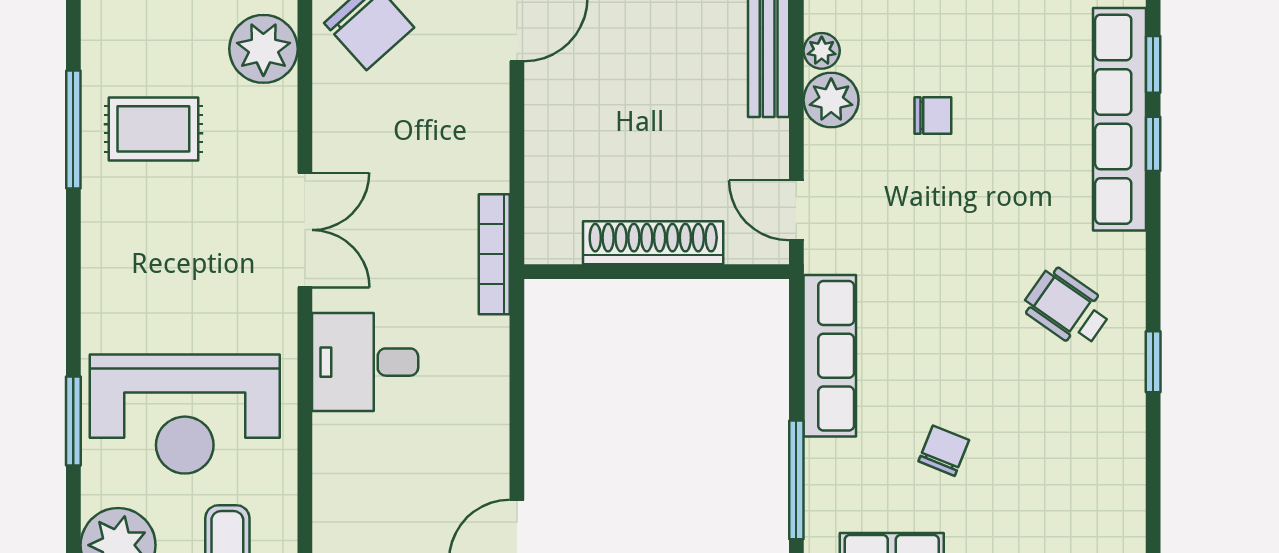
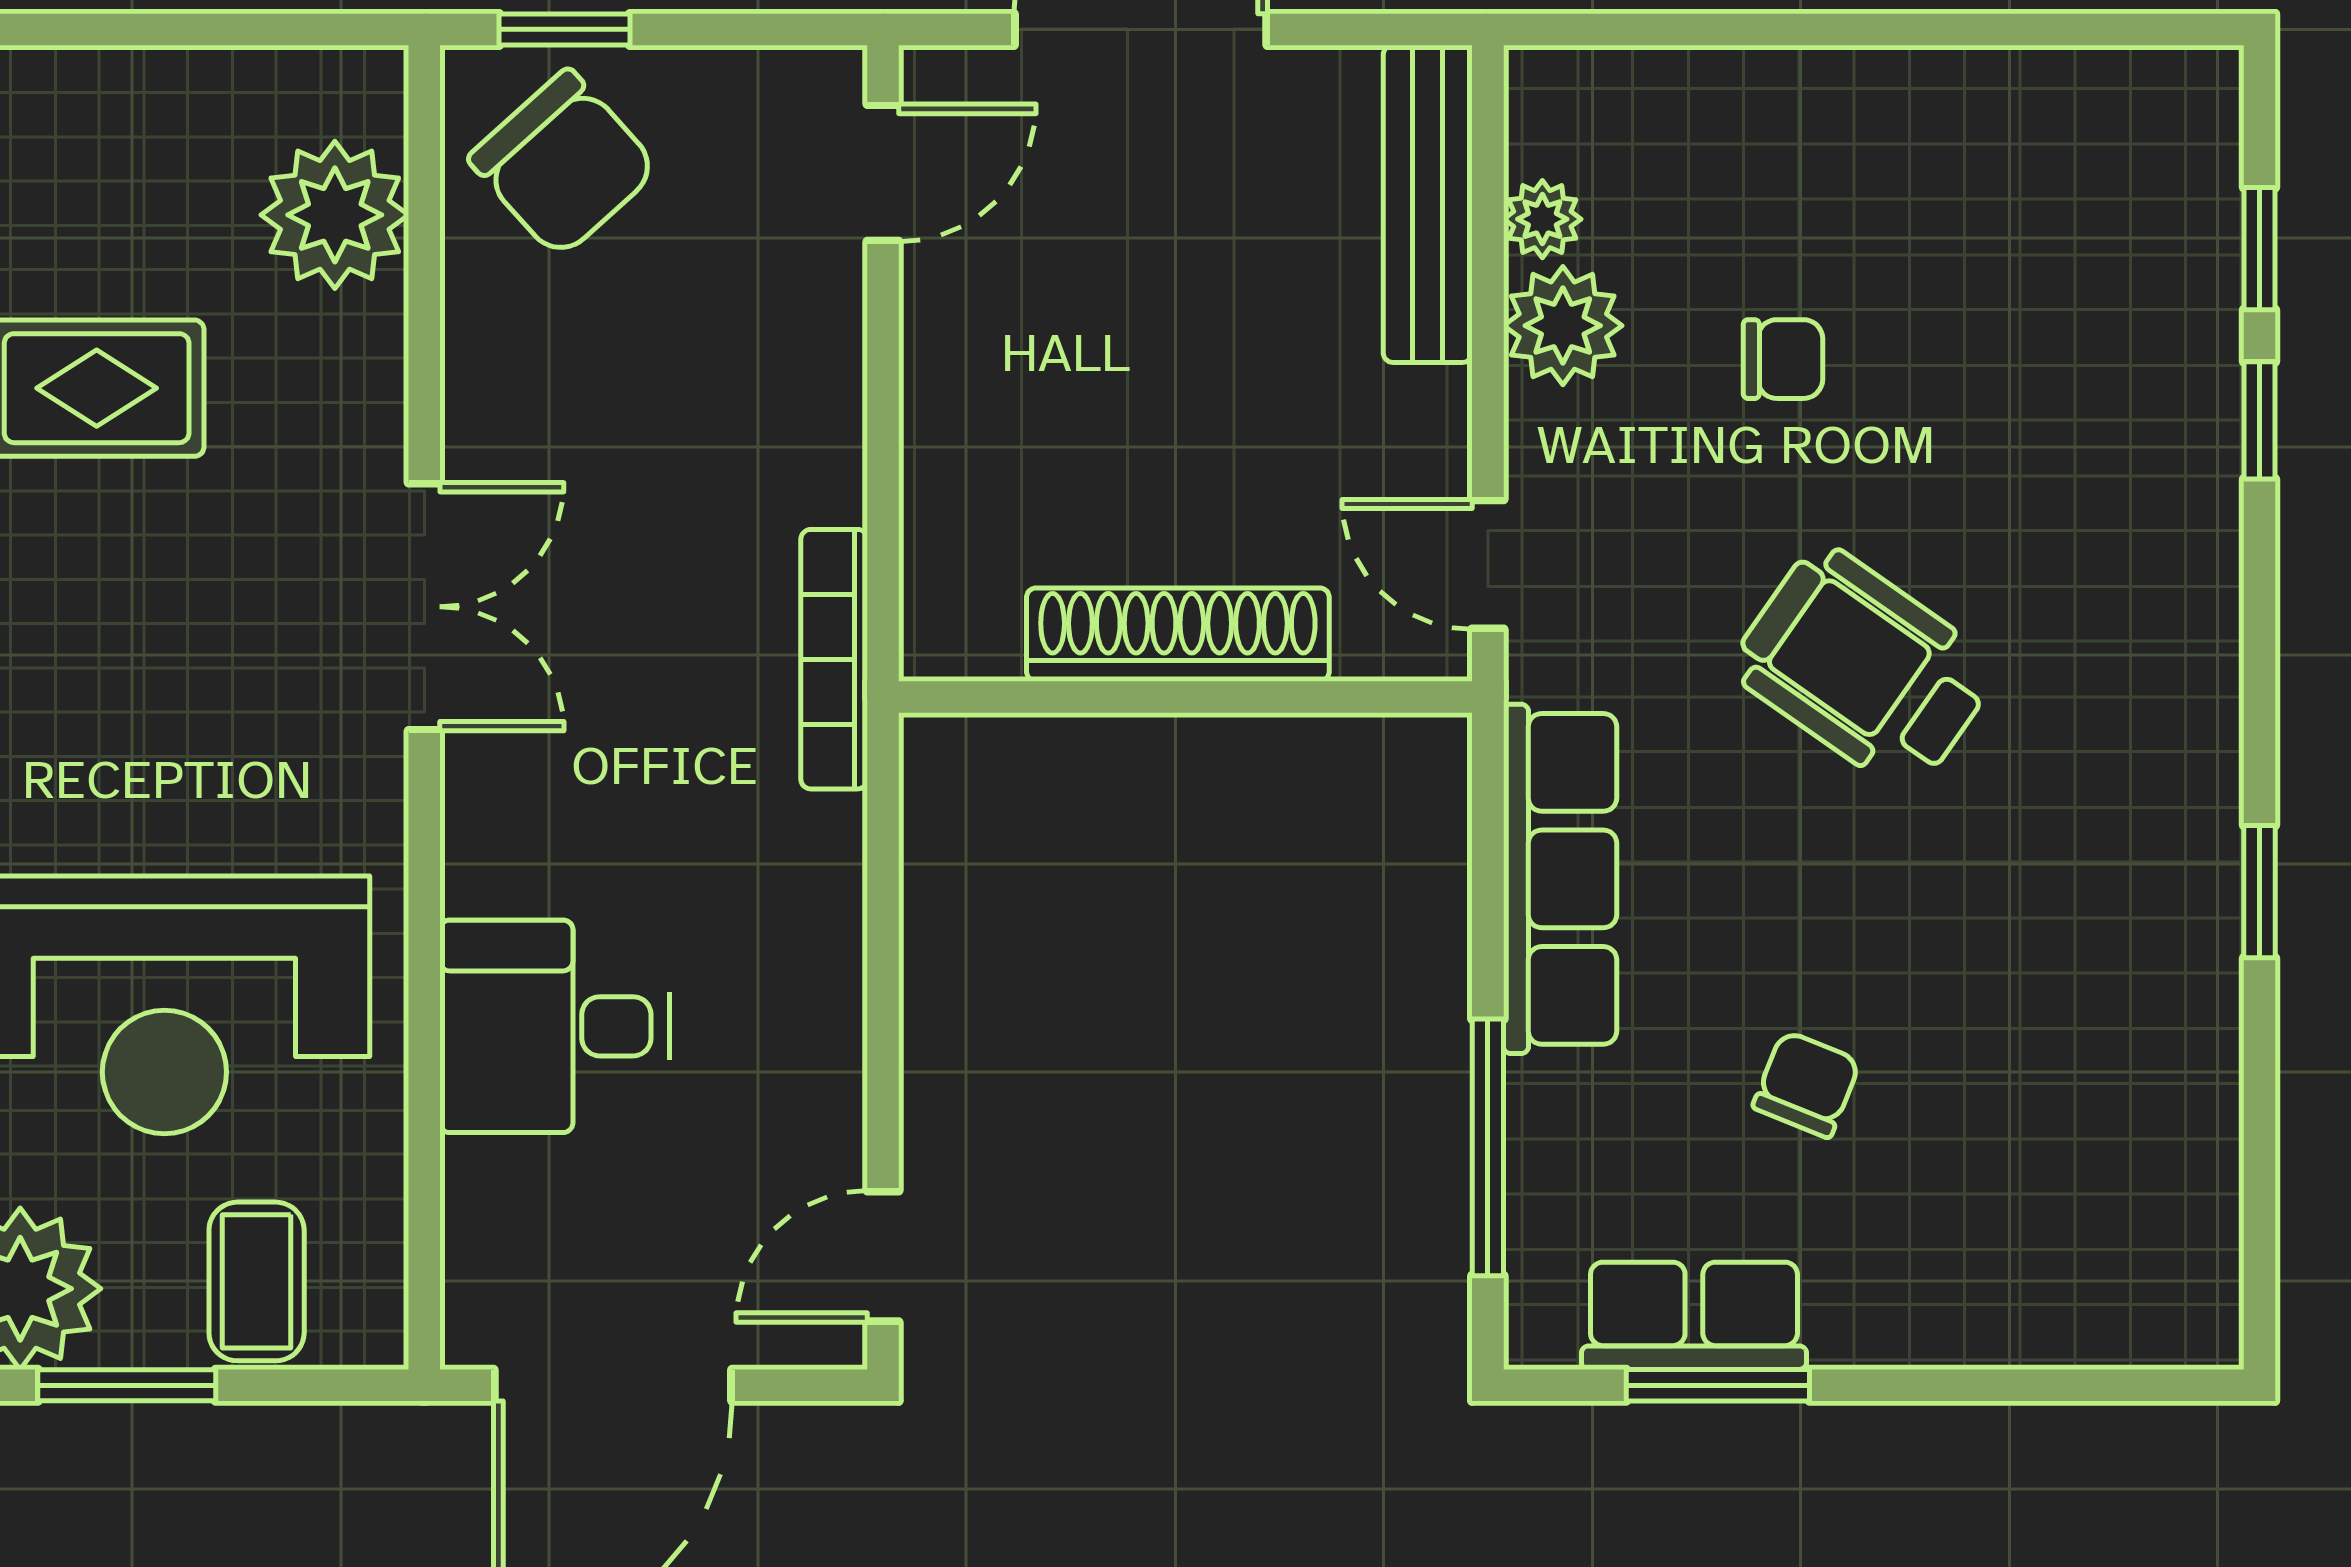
row of seats: (1120, 119) -> (2187, 367), removed
wheelchair: (1067, 308) -> (1864, 668), moved, width x1.36, depth x1.37
desk: (365, 362) -> (554, 1026), moved

